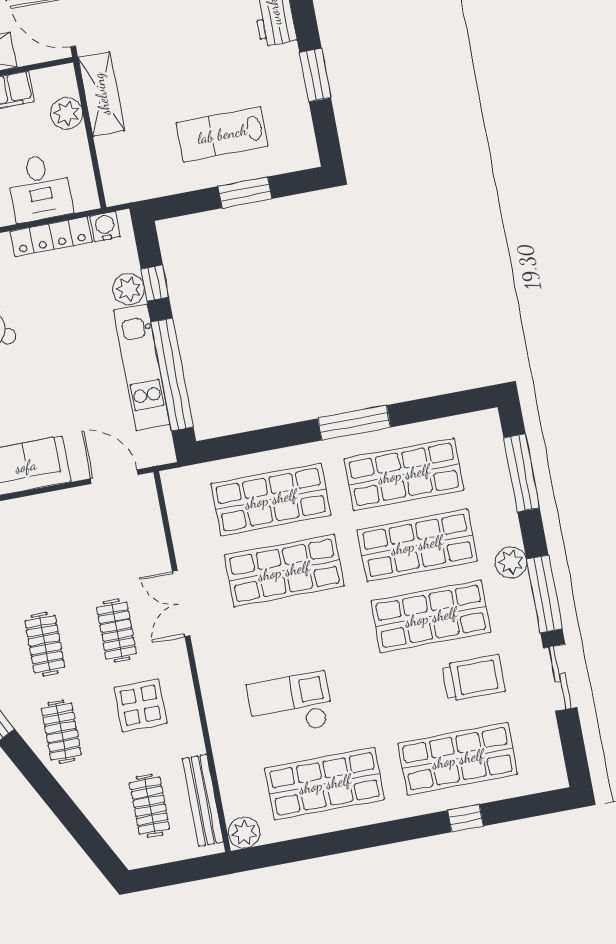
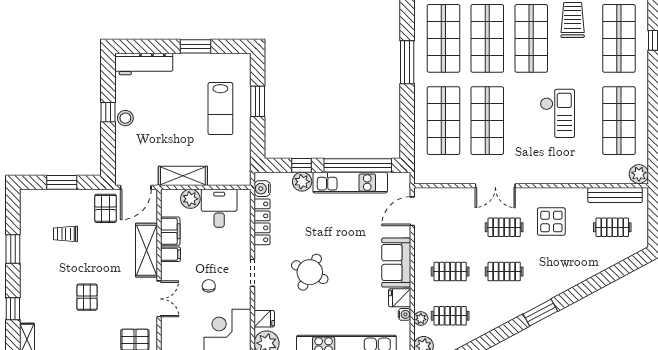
desk: (40, 188) -> (219, 208), moved, turned -90
checkout: (290, 705) -> (557, 113), moved, turned 180
clothes rail: (61, 732) -> (450, 272), moved

